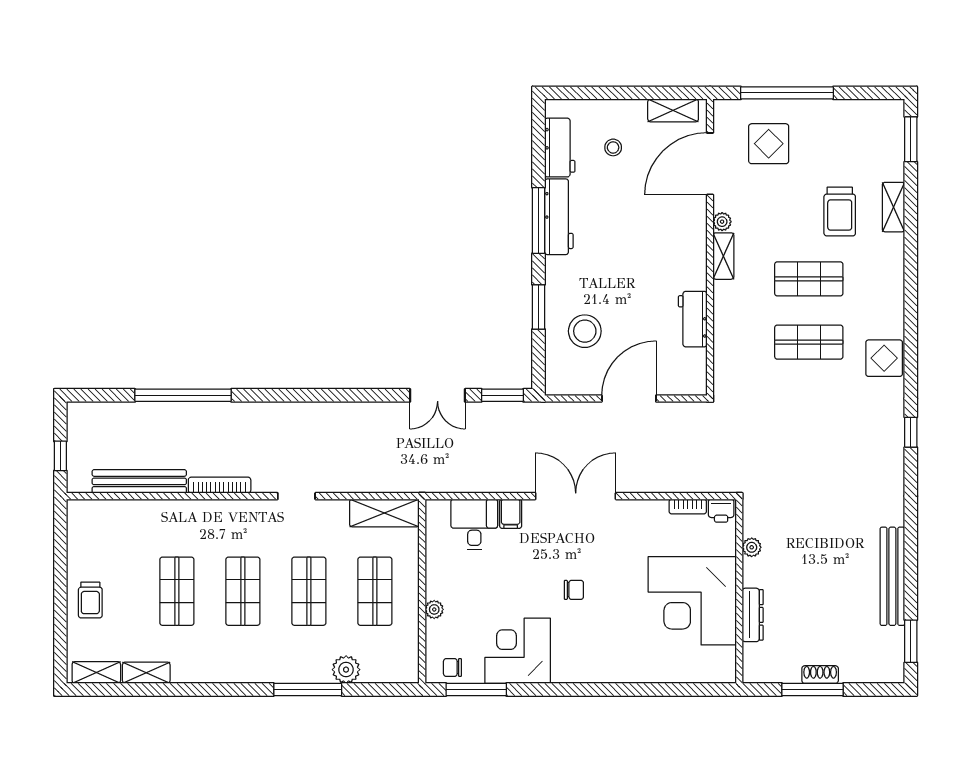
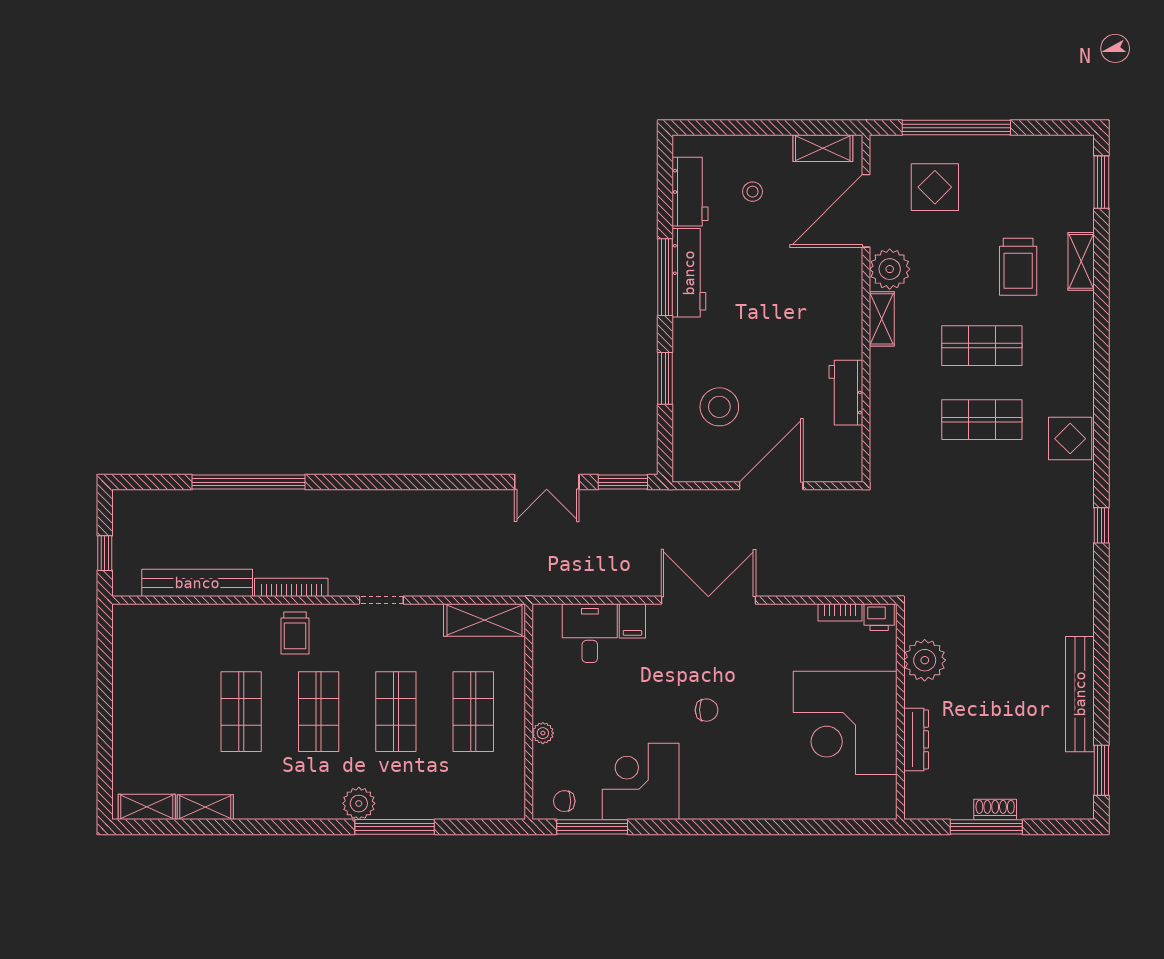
plant: (722, 222) -> (890, 269), width x1.87, depth x1.87
plant: (752, 547) -> (925, 660), width x1.87, depth x1.87
trolley: (90, 600) -> (295, 633), moved
plant: (346, 670) -> (359, 803), moved

